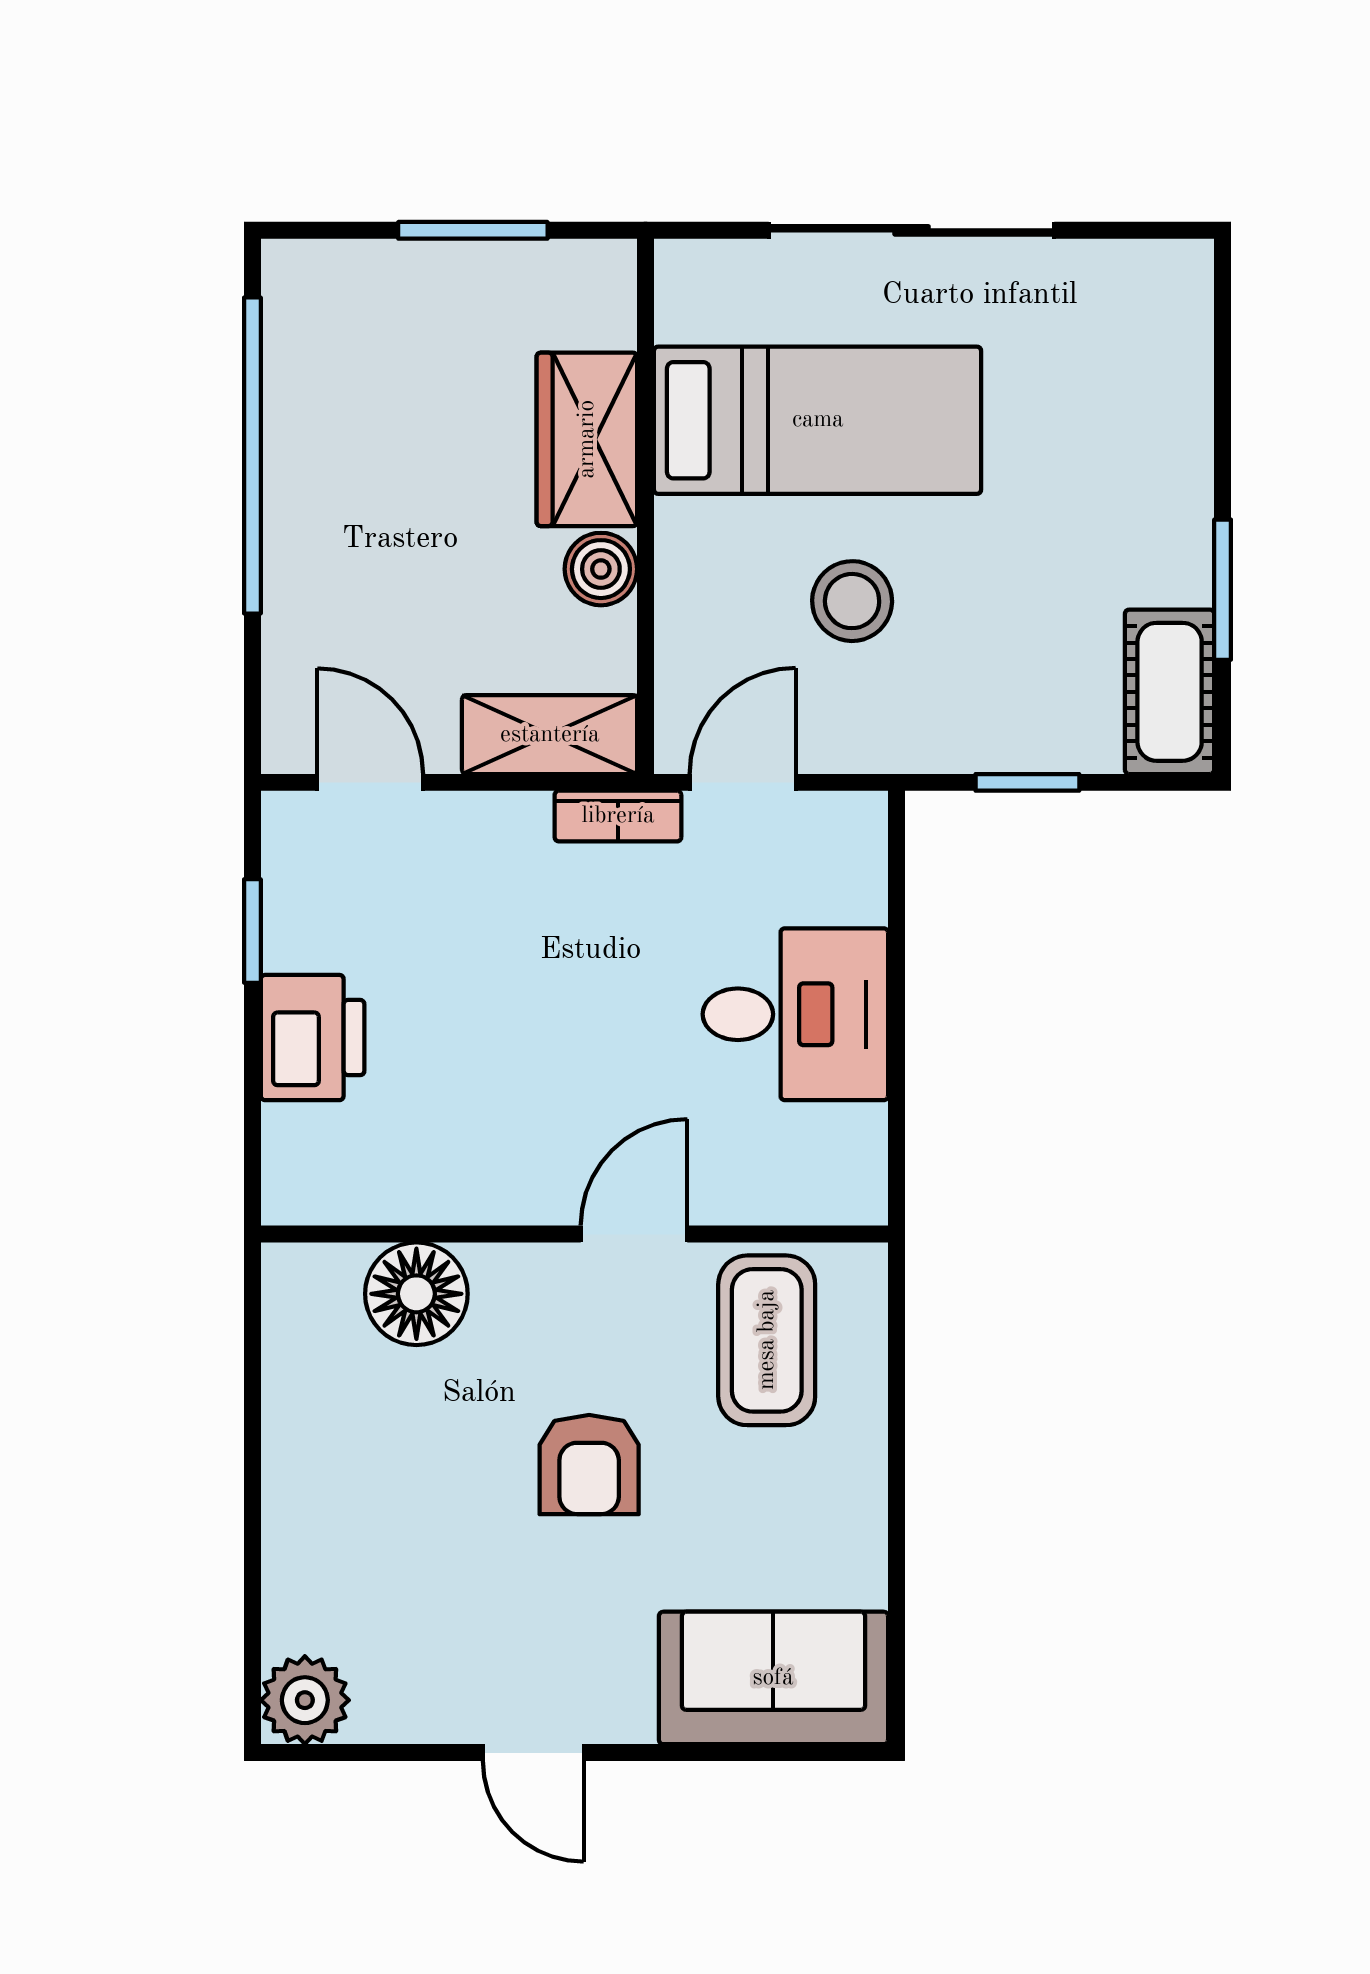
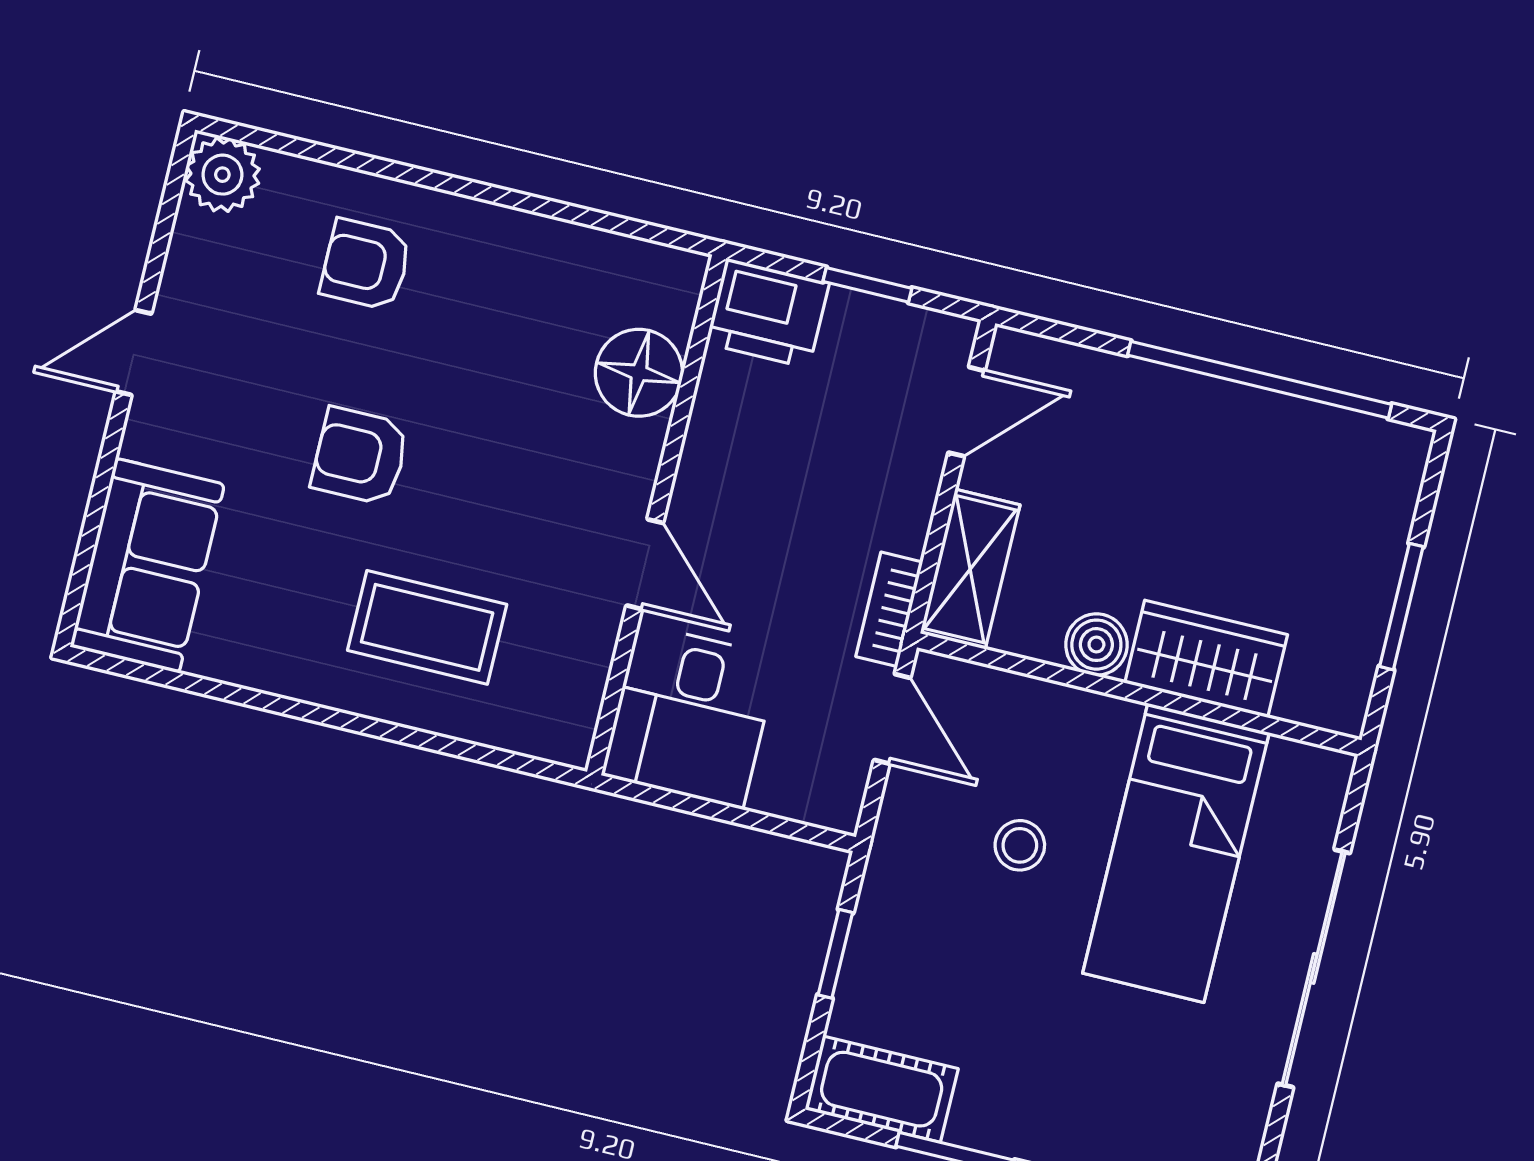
stool: (852, 601) -> (1020, 845), width x0.73, depth x0.73
wall: (574, 1234) -> (657, 515), moved
door: (634, 1234) -> (645, 564), moved
floor lamp: (416, 1294) -> (639, 373), moved
armchair: (368, 1511) -> (366, 264), added

